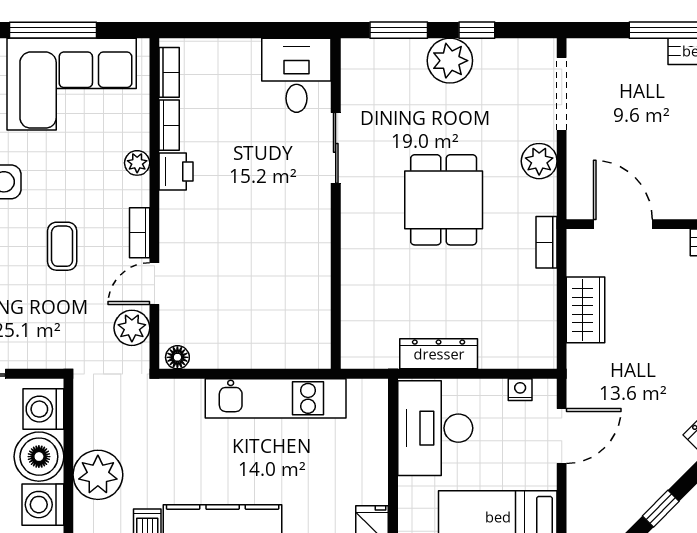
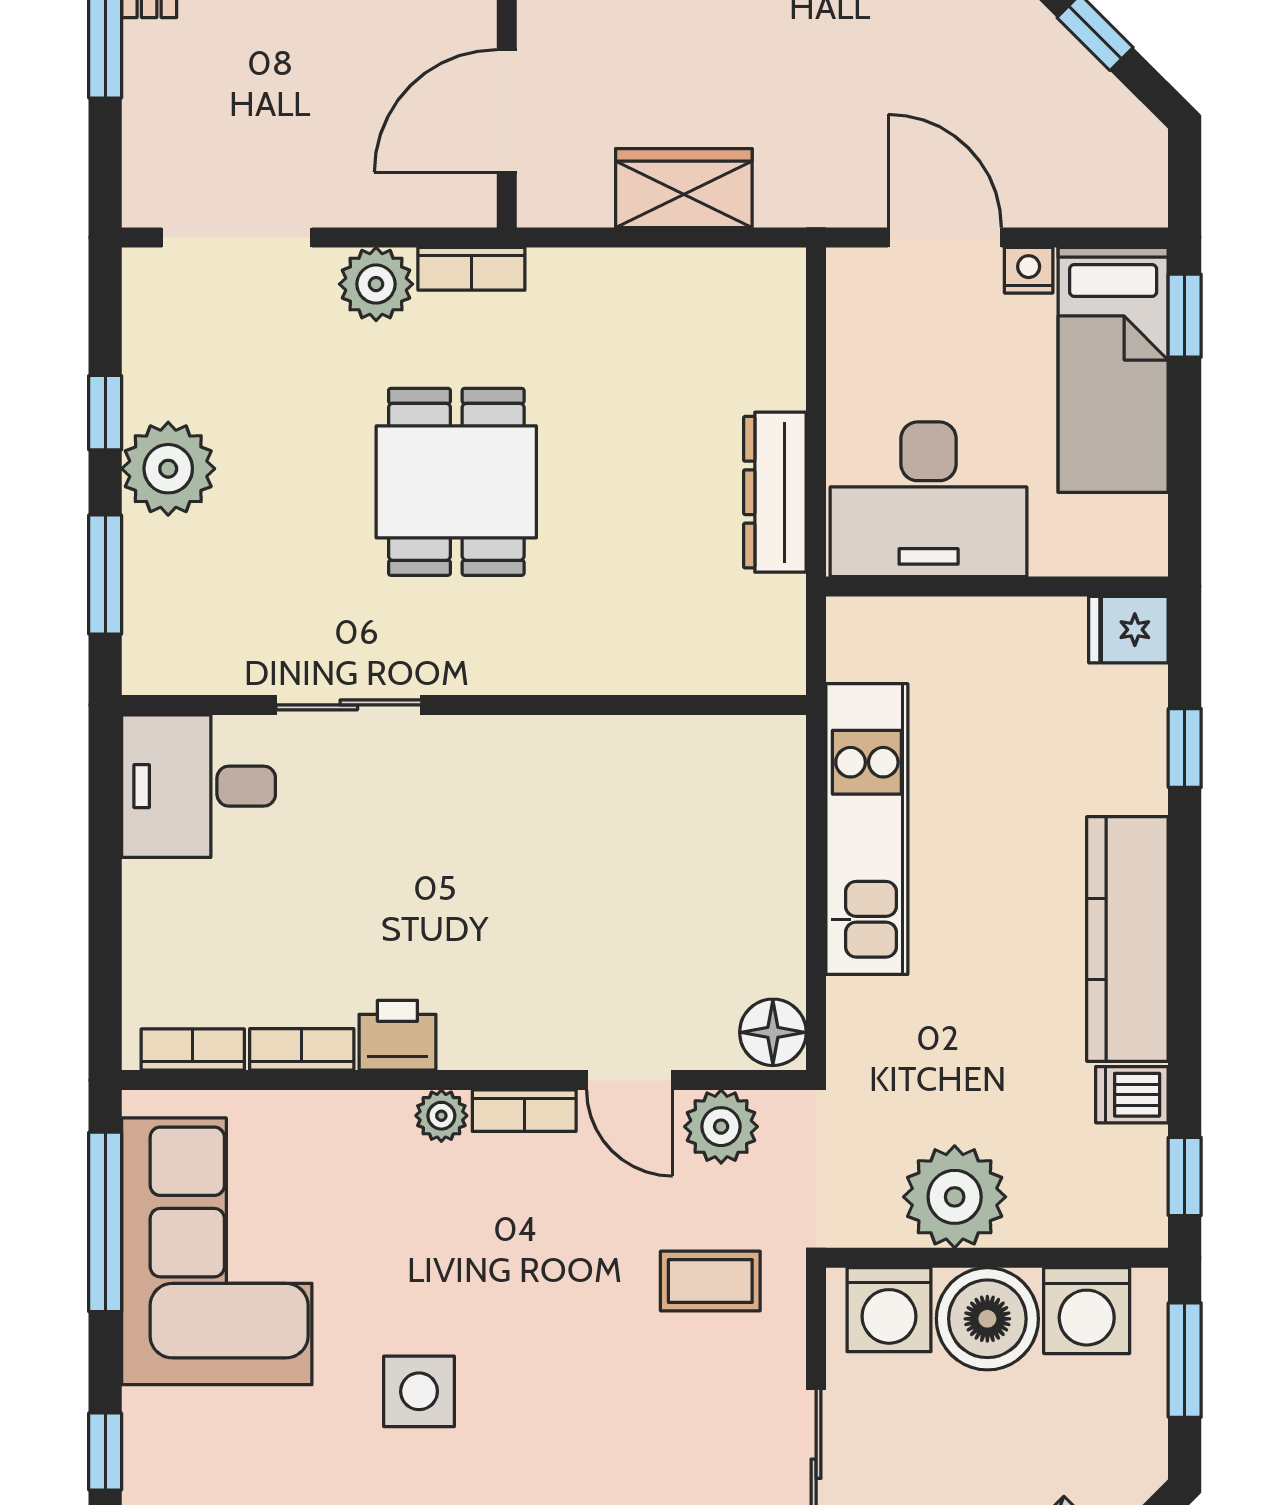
window: (53, 30) -> (105, 1222), moved
plant: (137, 163) -> (441, 1116), moved
dining table: (444, 200) -> (456, 482), turned 90
bookcase: (547, 242) -> (471, 269), moved
coffee table: (62, 246) -> (710, 1281), moved
floor lamp: (177, 357) -> (773, 1032), width x1.37, depth x1.37
nightstand: (520, 390) -> (1029, 270), moved, turned 90
plant: (98, 475) -> (955, 1197), moved

